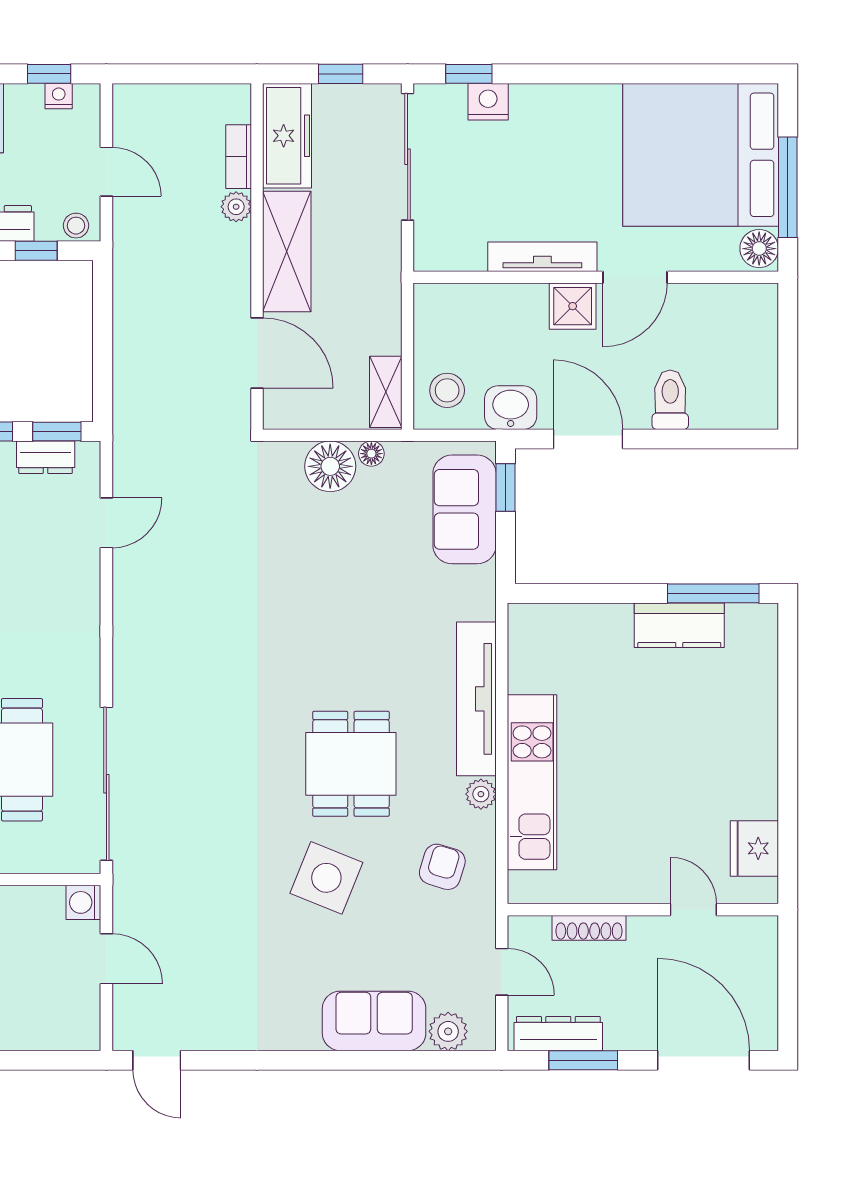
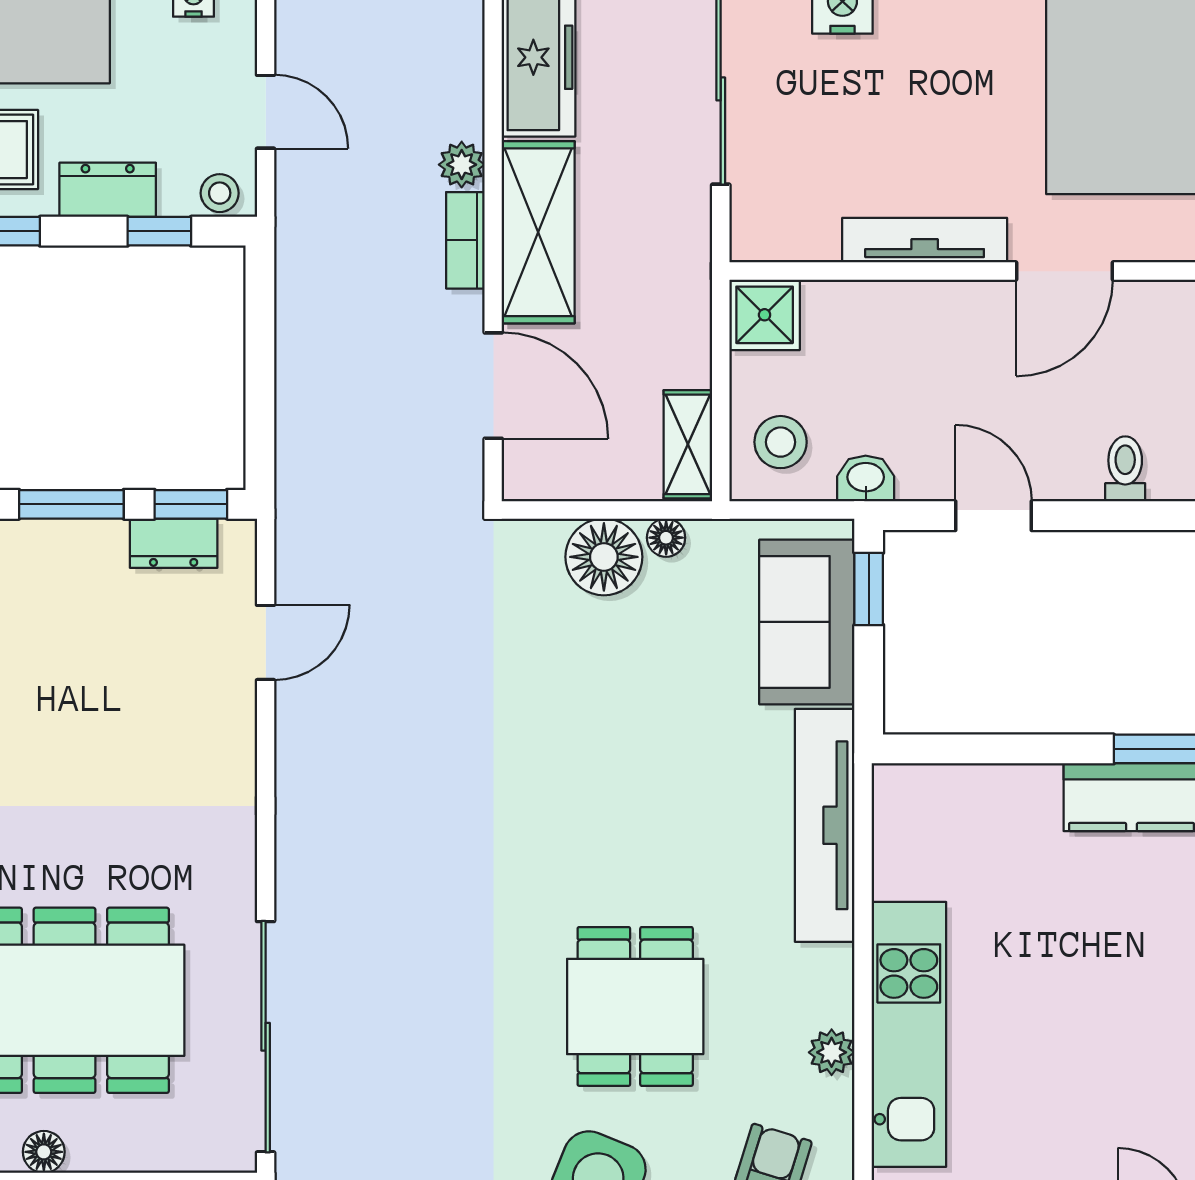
bookcase: (239, 157) -> (465, 240), moved
shower: (573, 306) -> (765, 315), moved
toilet: (670, 400) -> (1125, 469), width x0.73, depth x0.72
washbasin: (511, 408) -> (866, 478), width x0.72, depth x0.69
door: (588, 439) -> (994, 516), width x0.73
tv unit: (476, 699) -> (825, 825), moved

